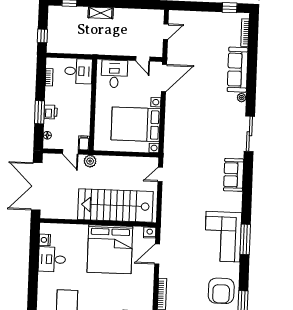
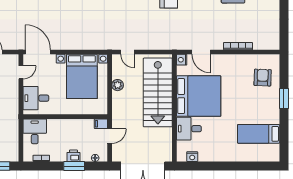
plant: (90, 161) -> (118, 85), moved
desk: (52, 259) -> (189, 129), moved, turned 90

